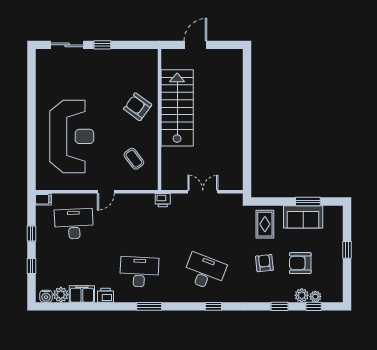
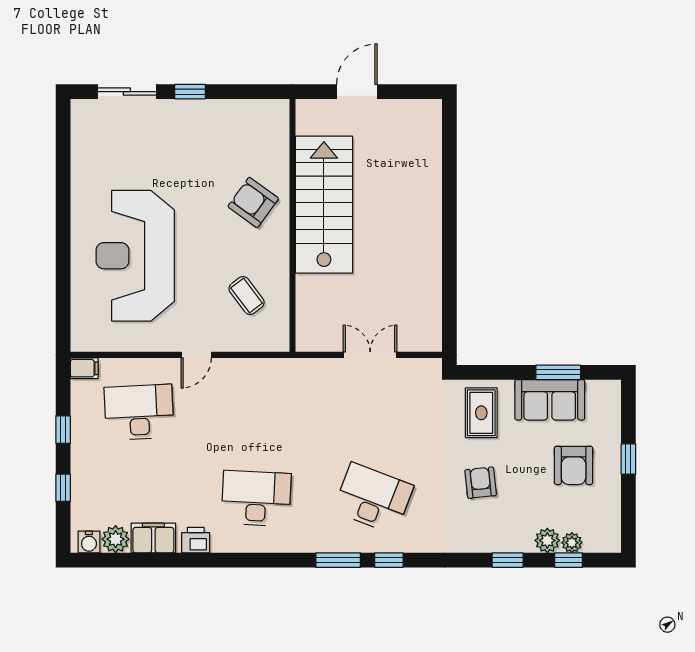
reception desk: (72, 136) -> (135, 256), turned 180
printer: (163, 200) -> (298, 370), removed
armchair: (300, 263) -> (574, 465), moved, turned -90
window: (149, 306) -> (338, 560), moved

